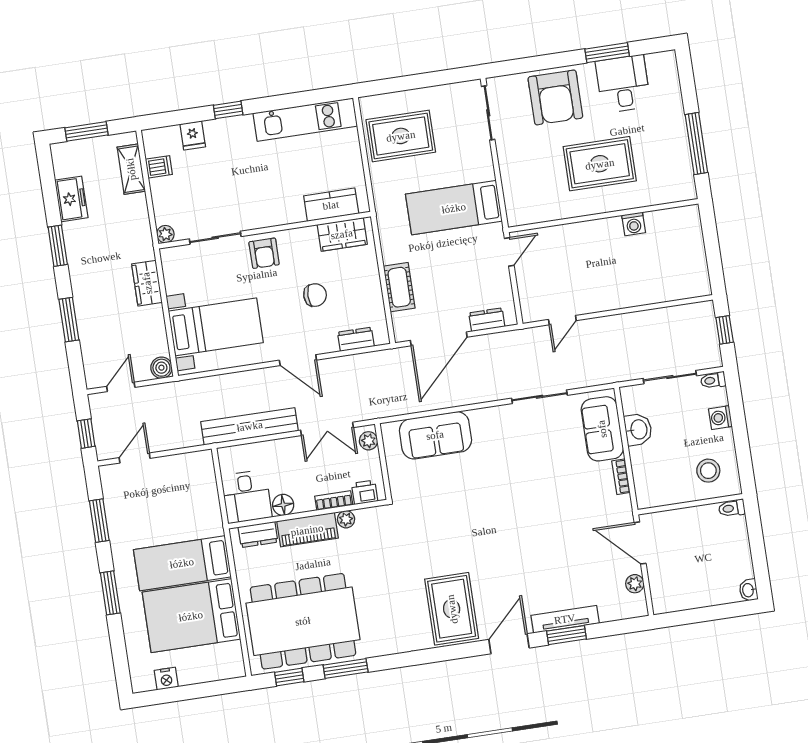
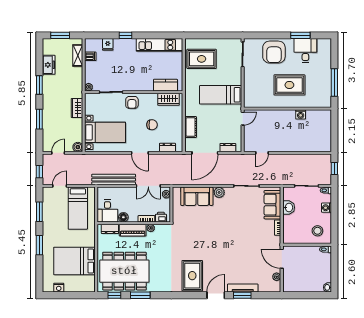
plant: (483, 420) -> (219, 192), added
bed: (182, 563) -> (78, 208), moved, turned -90

